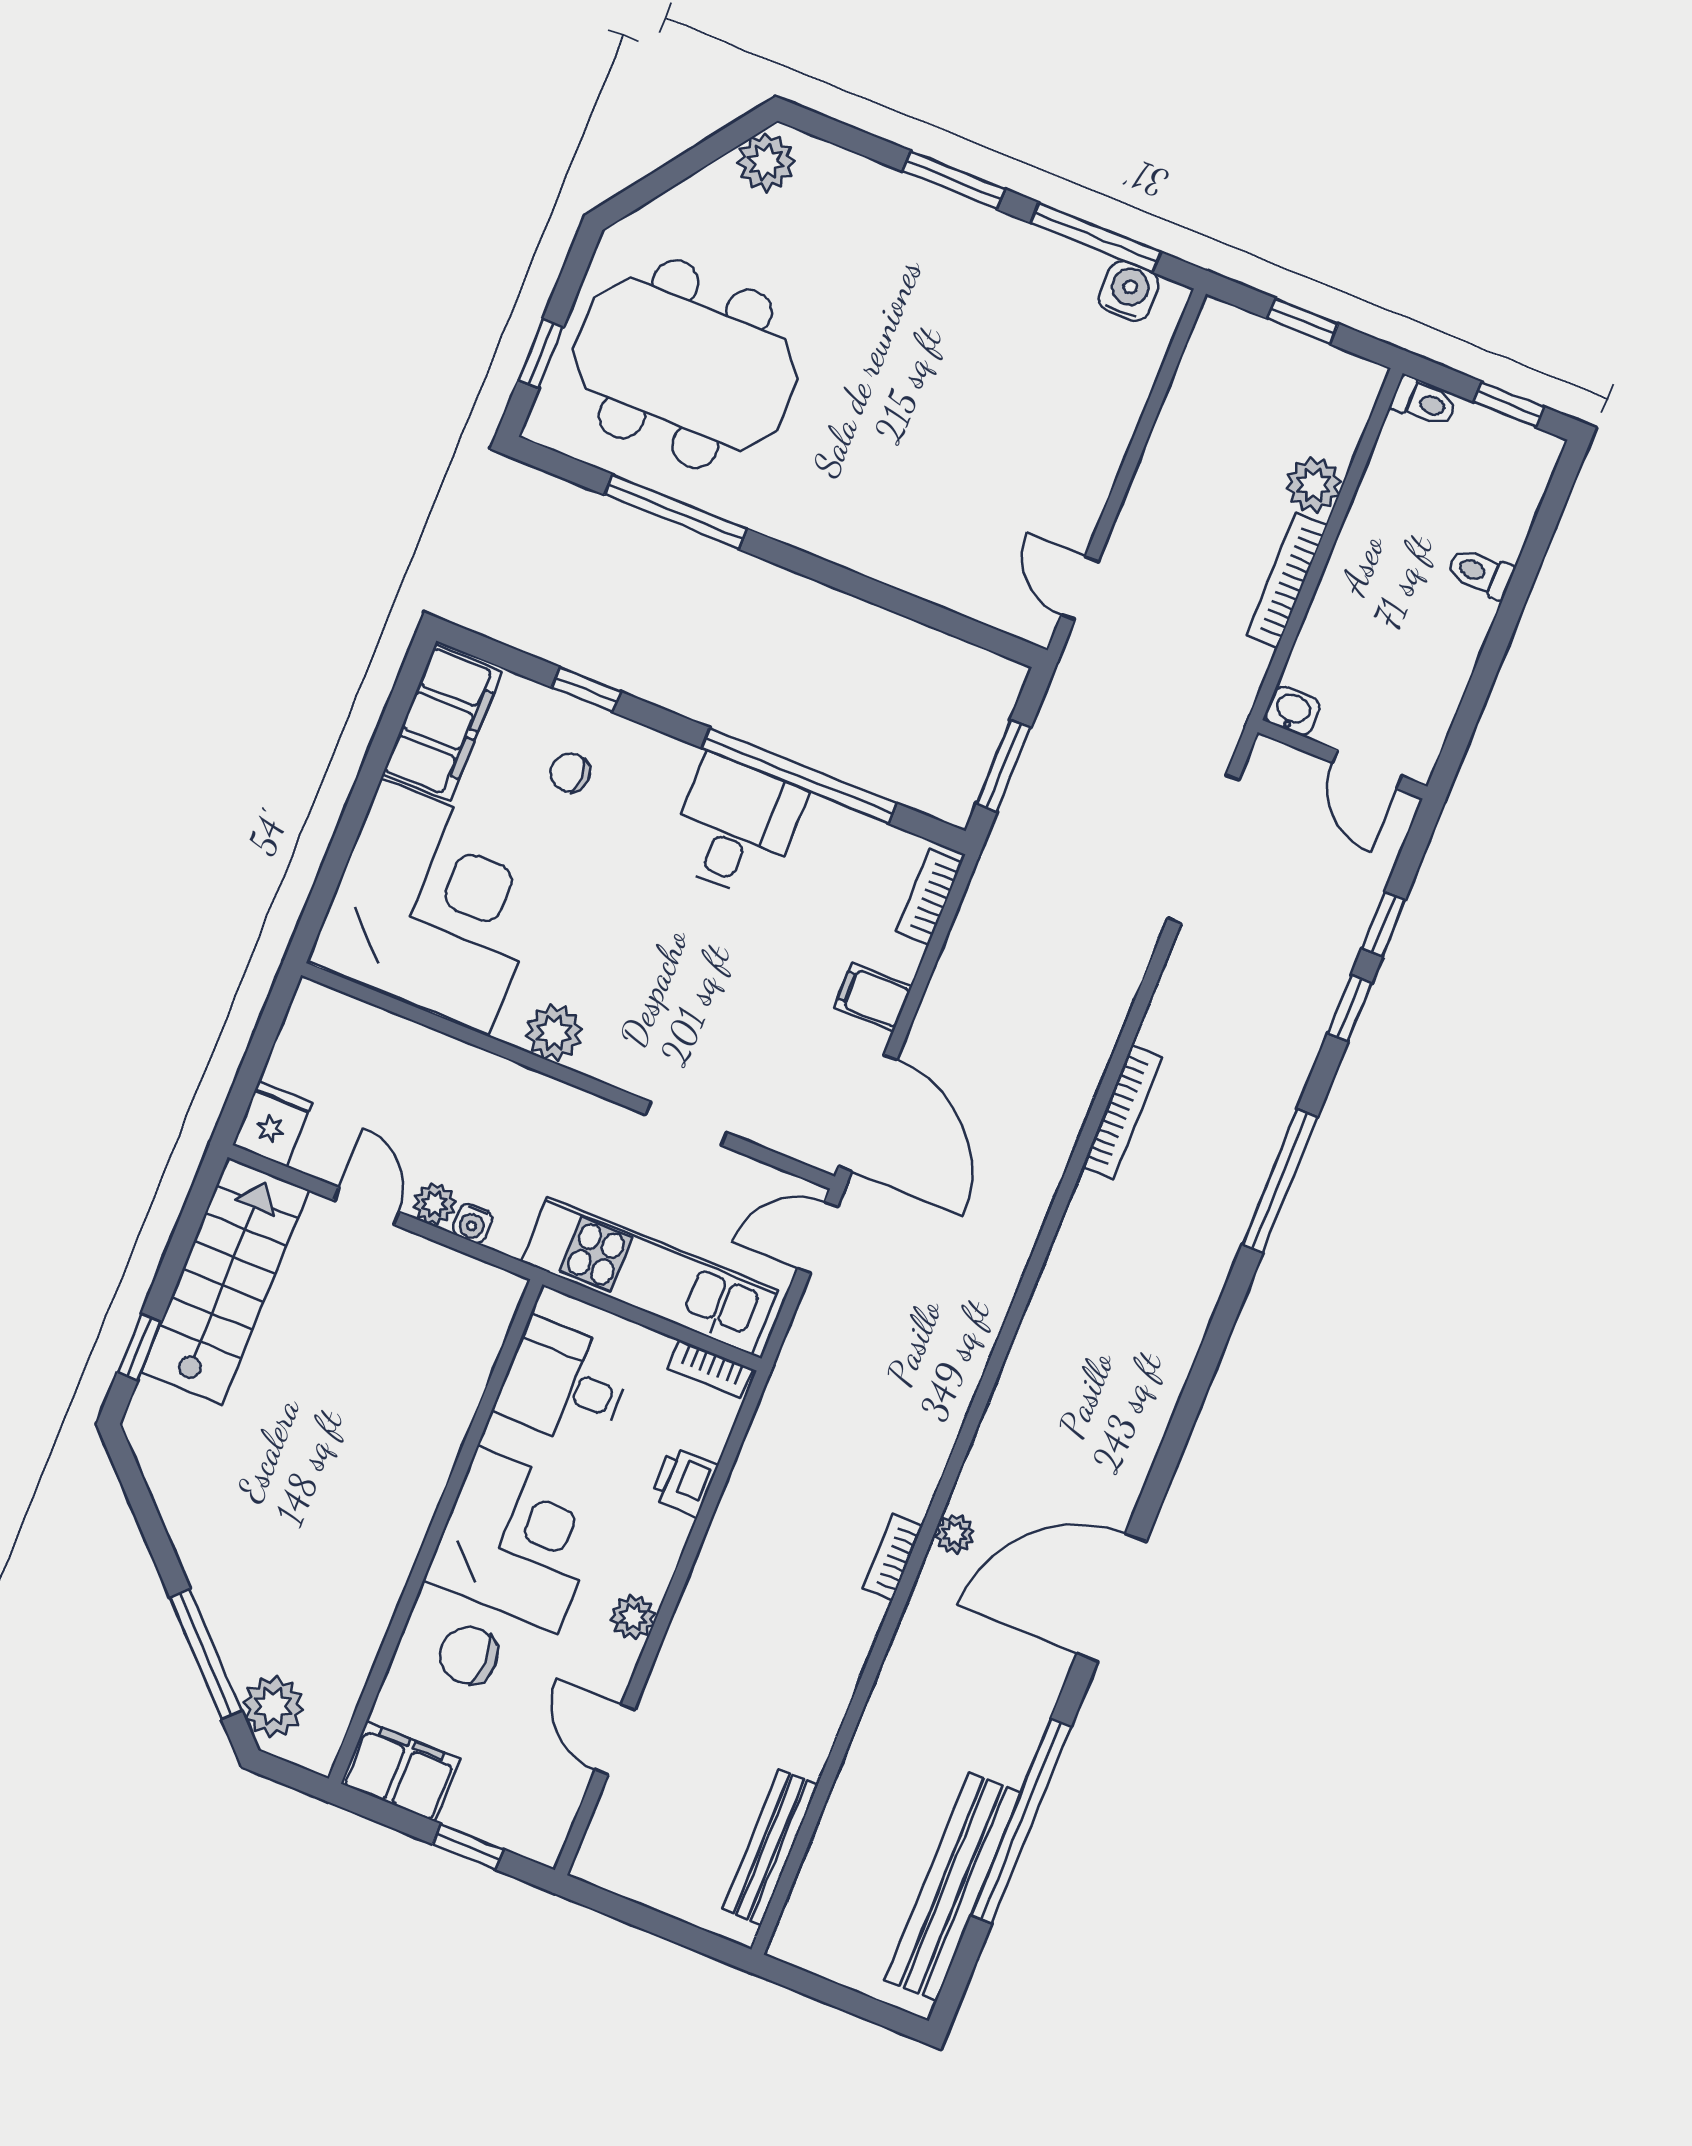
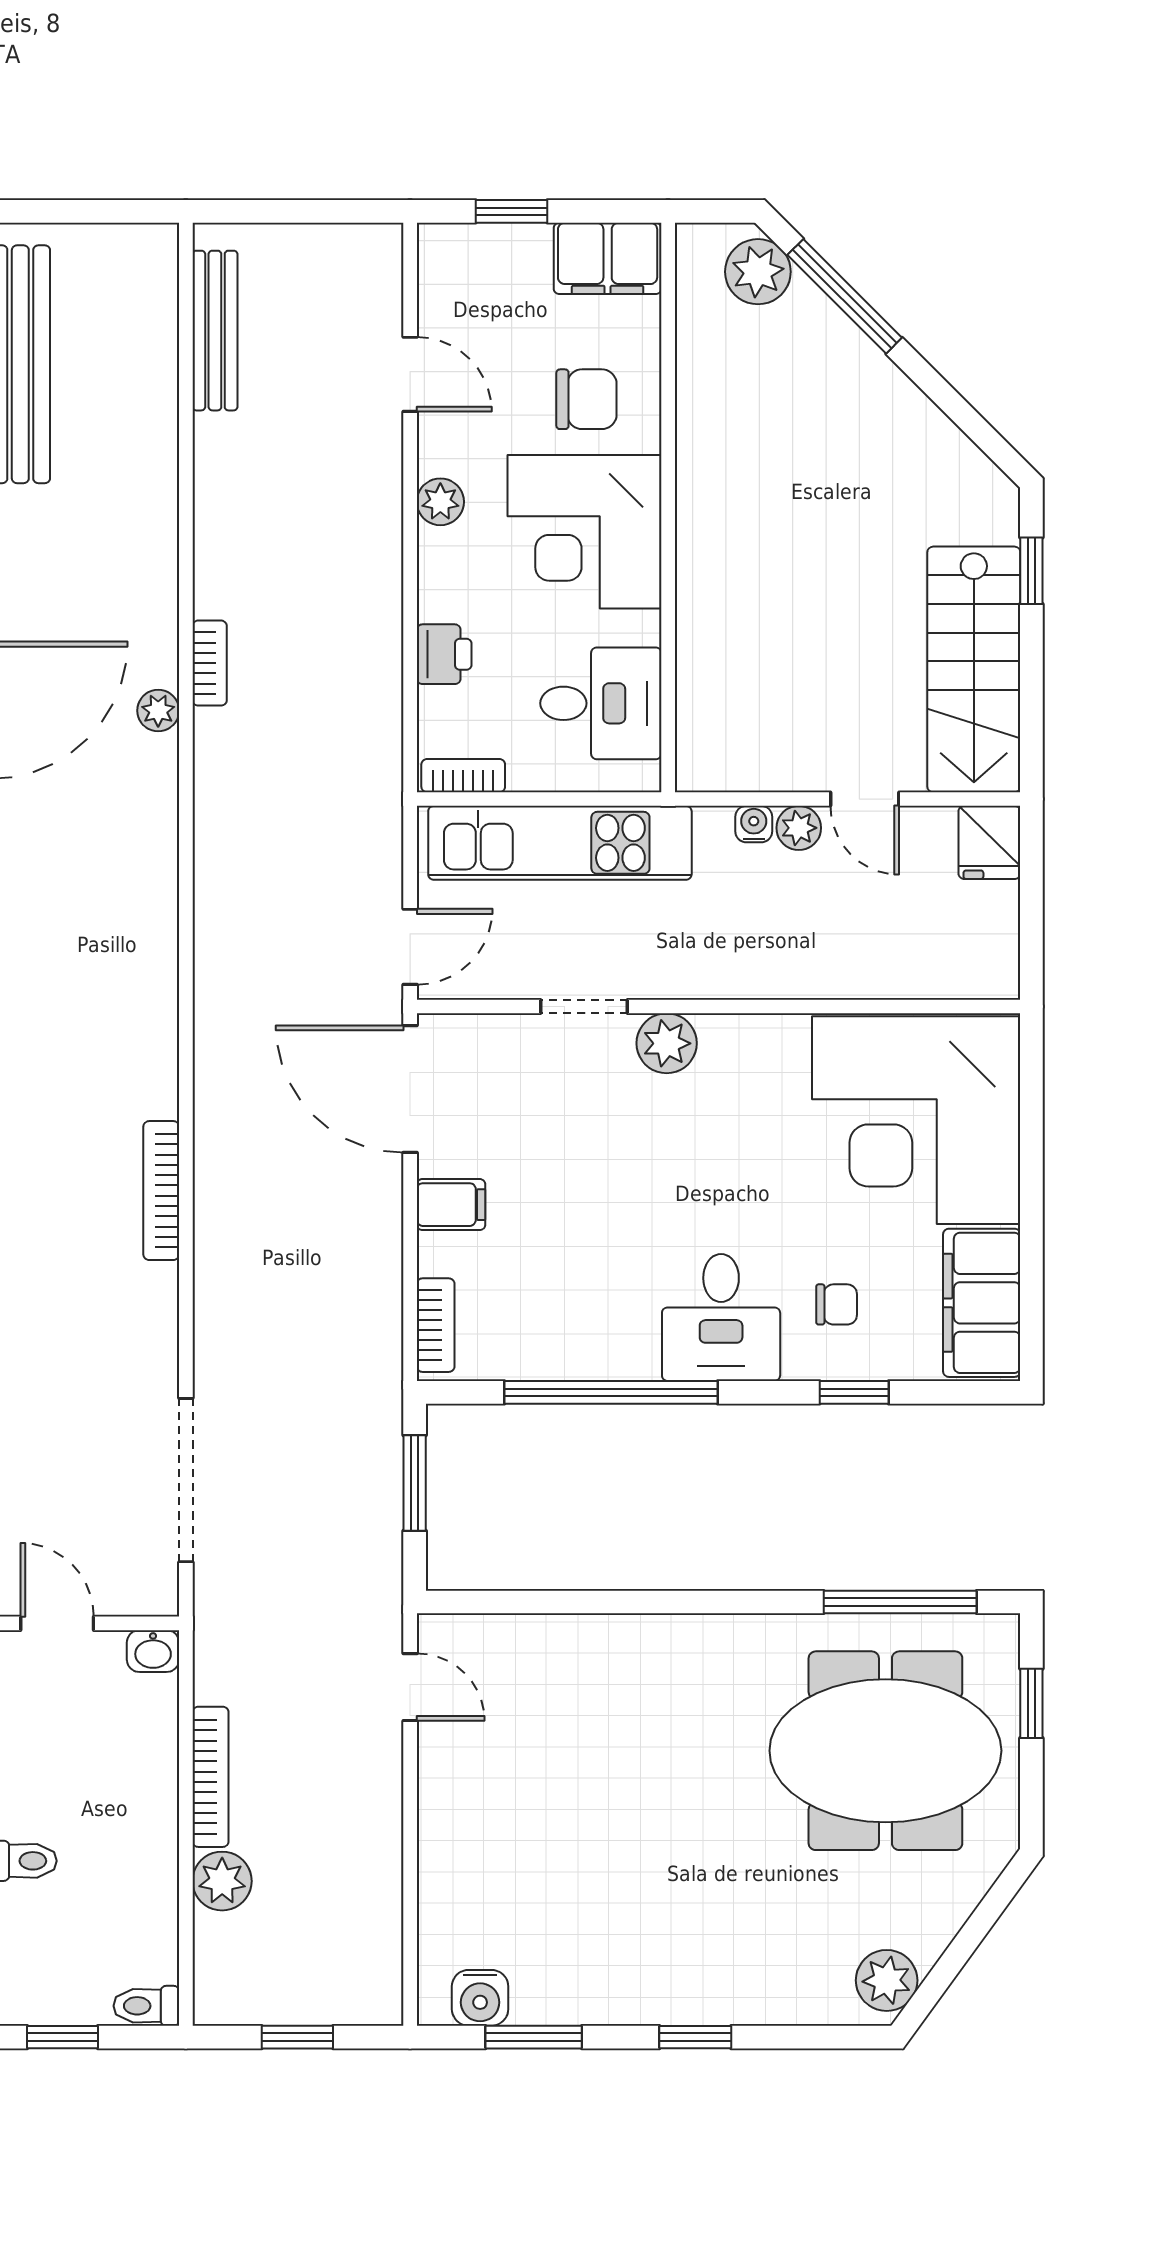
window: (954, 180) -> (695, 2037), width x0.67
window: (1096, 237) -> (534, 2037), width x0.69
window: (676, 512) -> (900, 1602), moved
desk: (736, 826) -> (721, 1317), moved
plant: (554, 1033) -> (667, 1043), moved

